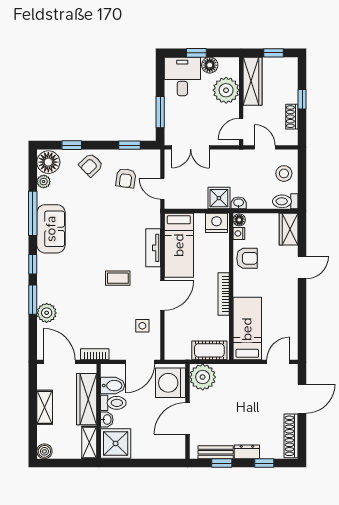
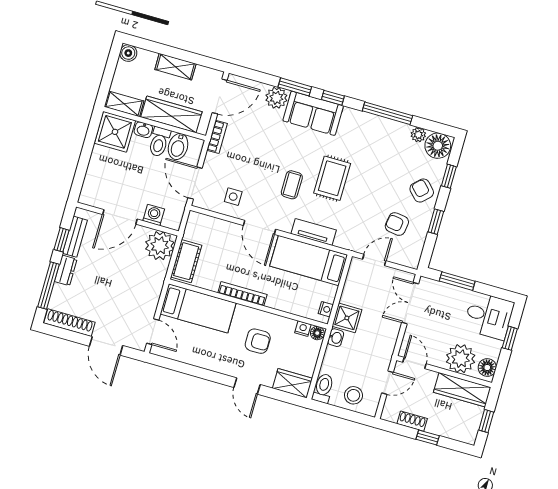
floor lamp: (210, 65) -> (487, 368), moved
window: (129, 145) -> (436, 222), moved
nightstand: (217, 223) -> (326, 309), width x0.53, depth x0.56
sofa: (51, 229) -> (313, 113), moved
rug: (102, 245) -> (332, 178), added
armchair: (247, 258) -> (258, 341), moved, turned -90
washing machine: (171, 383) -> (154, 215), width x0.53, depth x0.53
door: (187, 418) -> (120, 217), swing flipped
window: (264, 463) -> (48, 286), width x2.17

